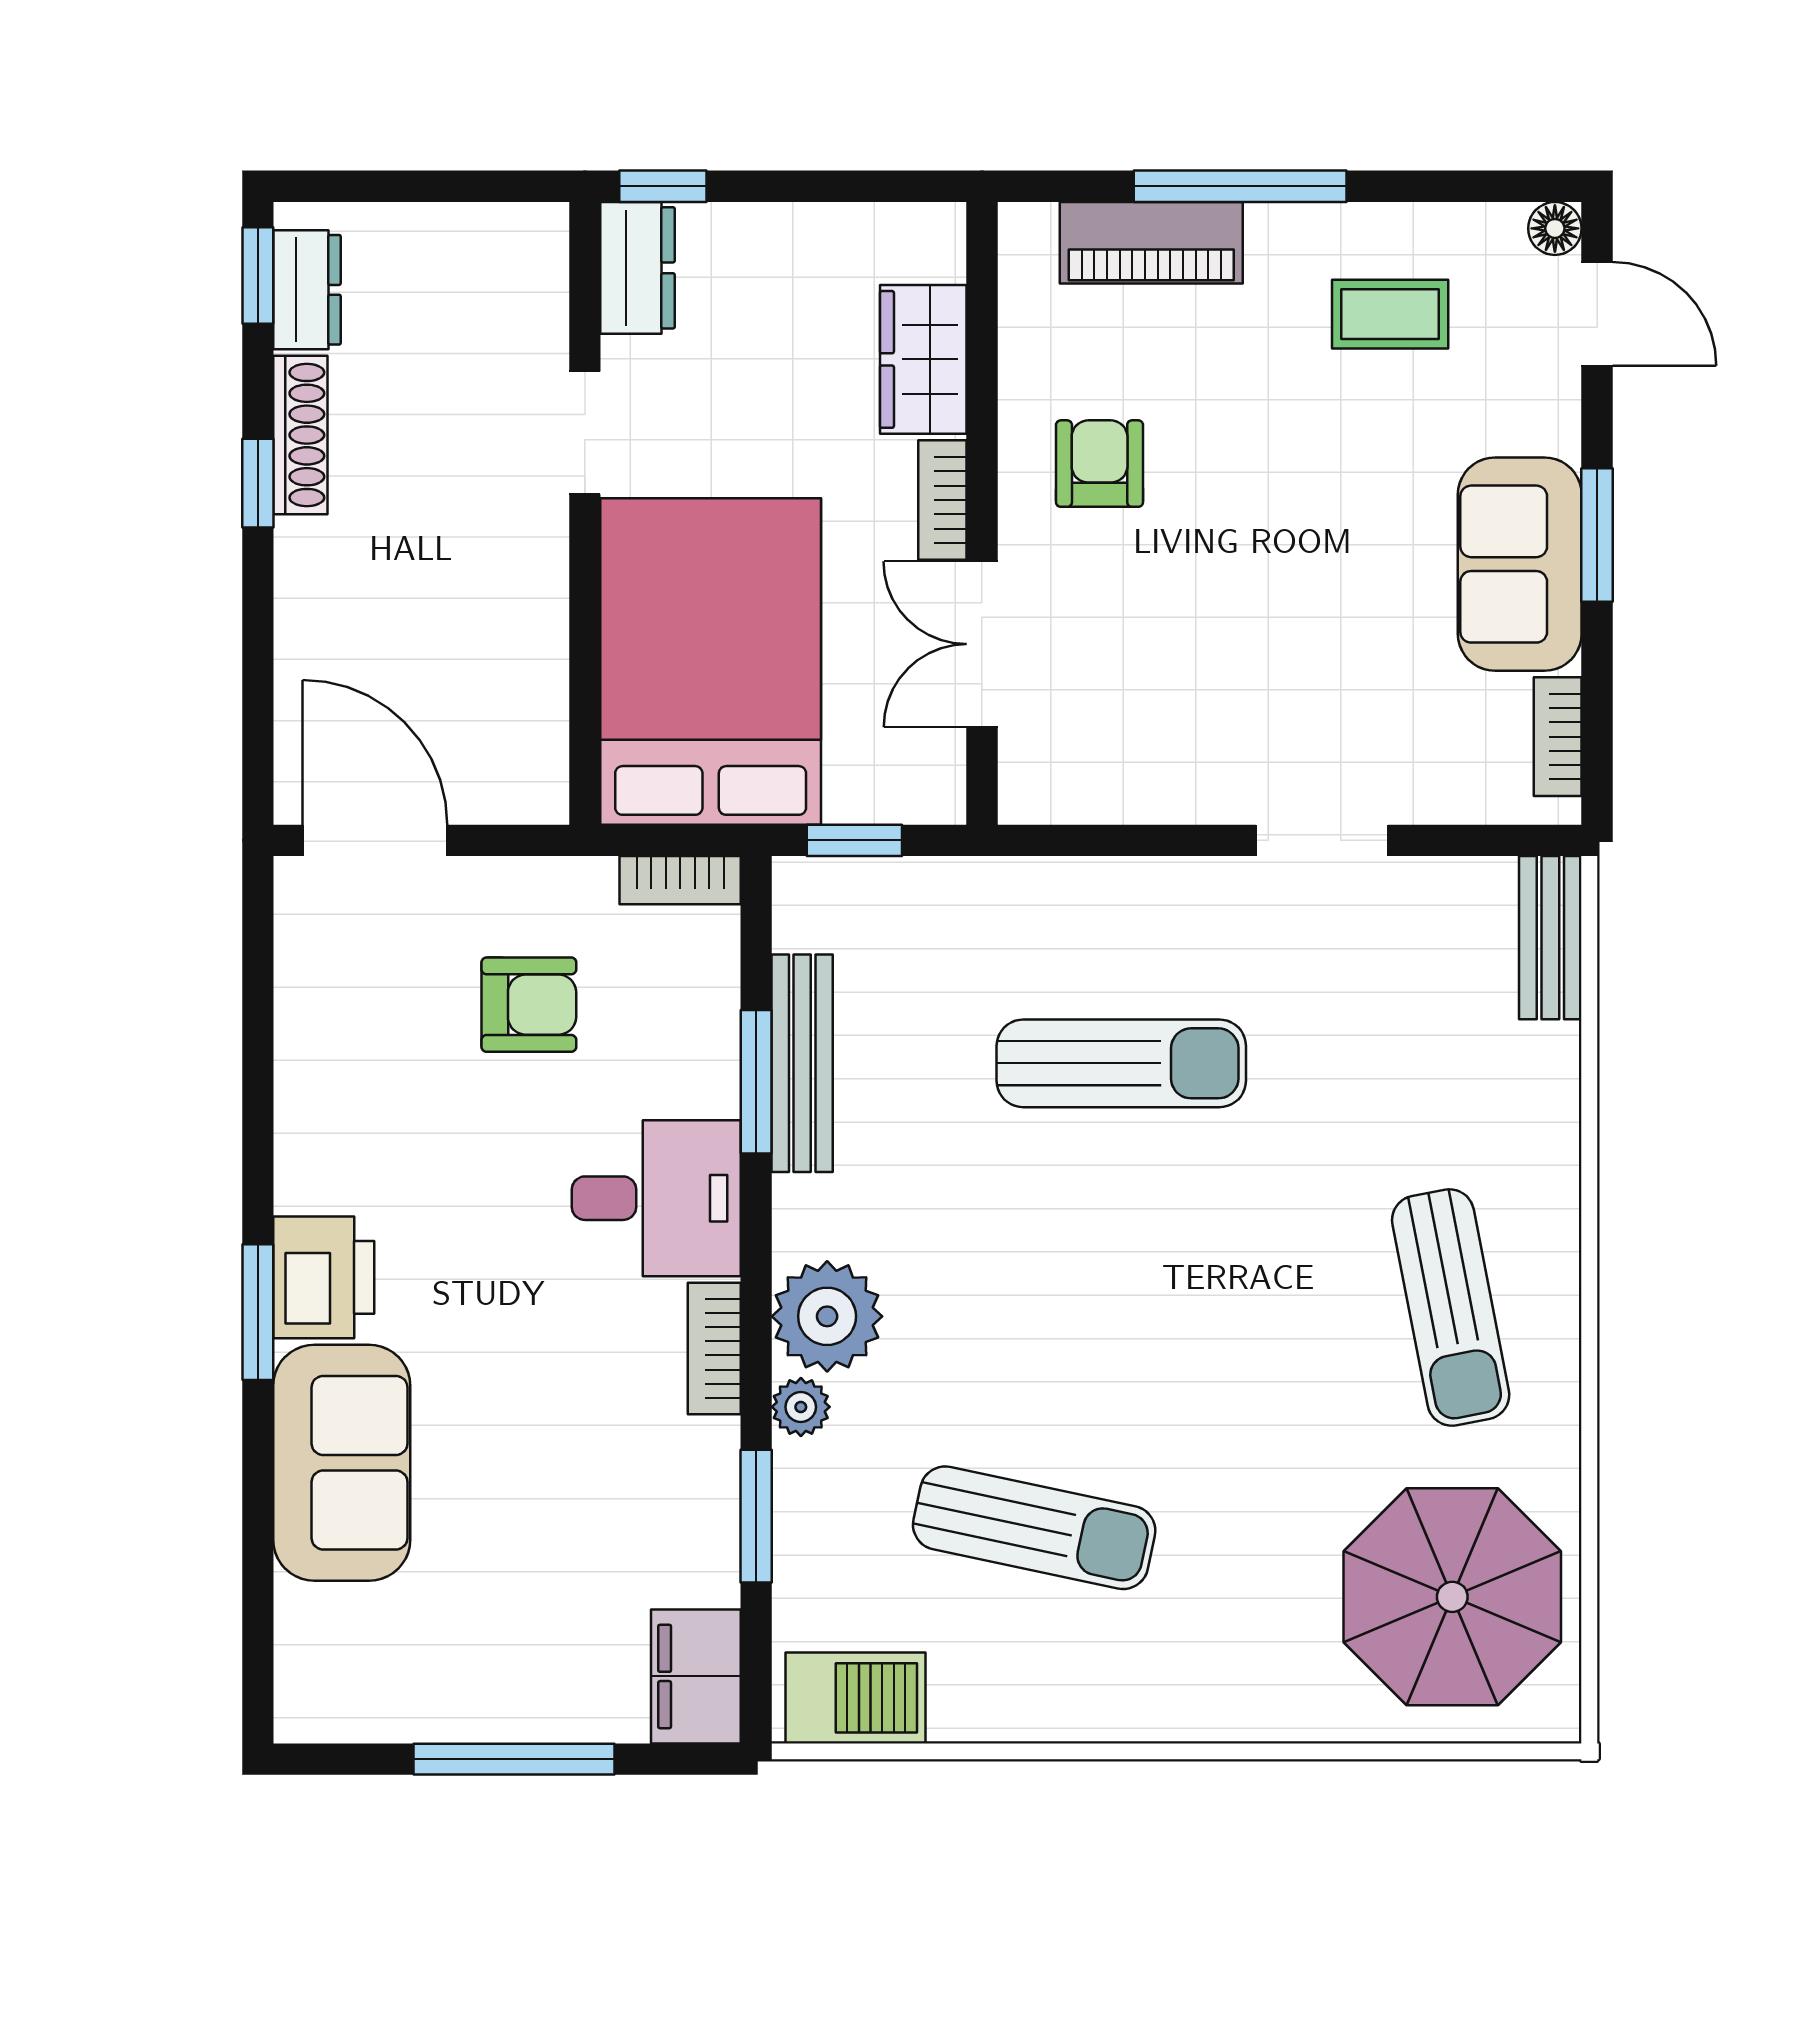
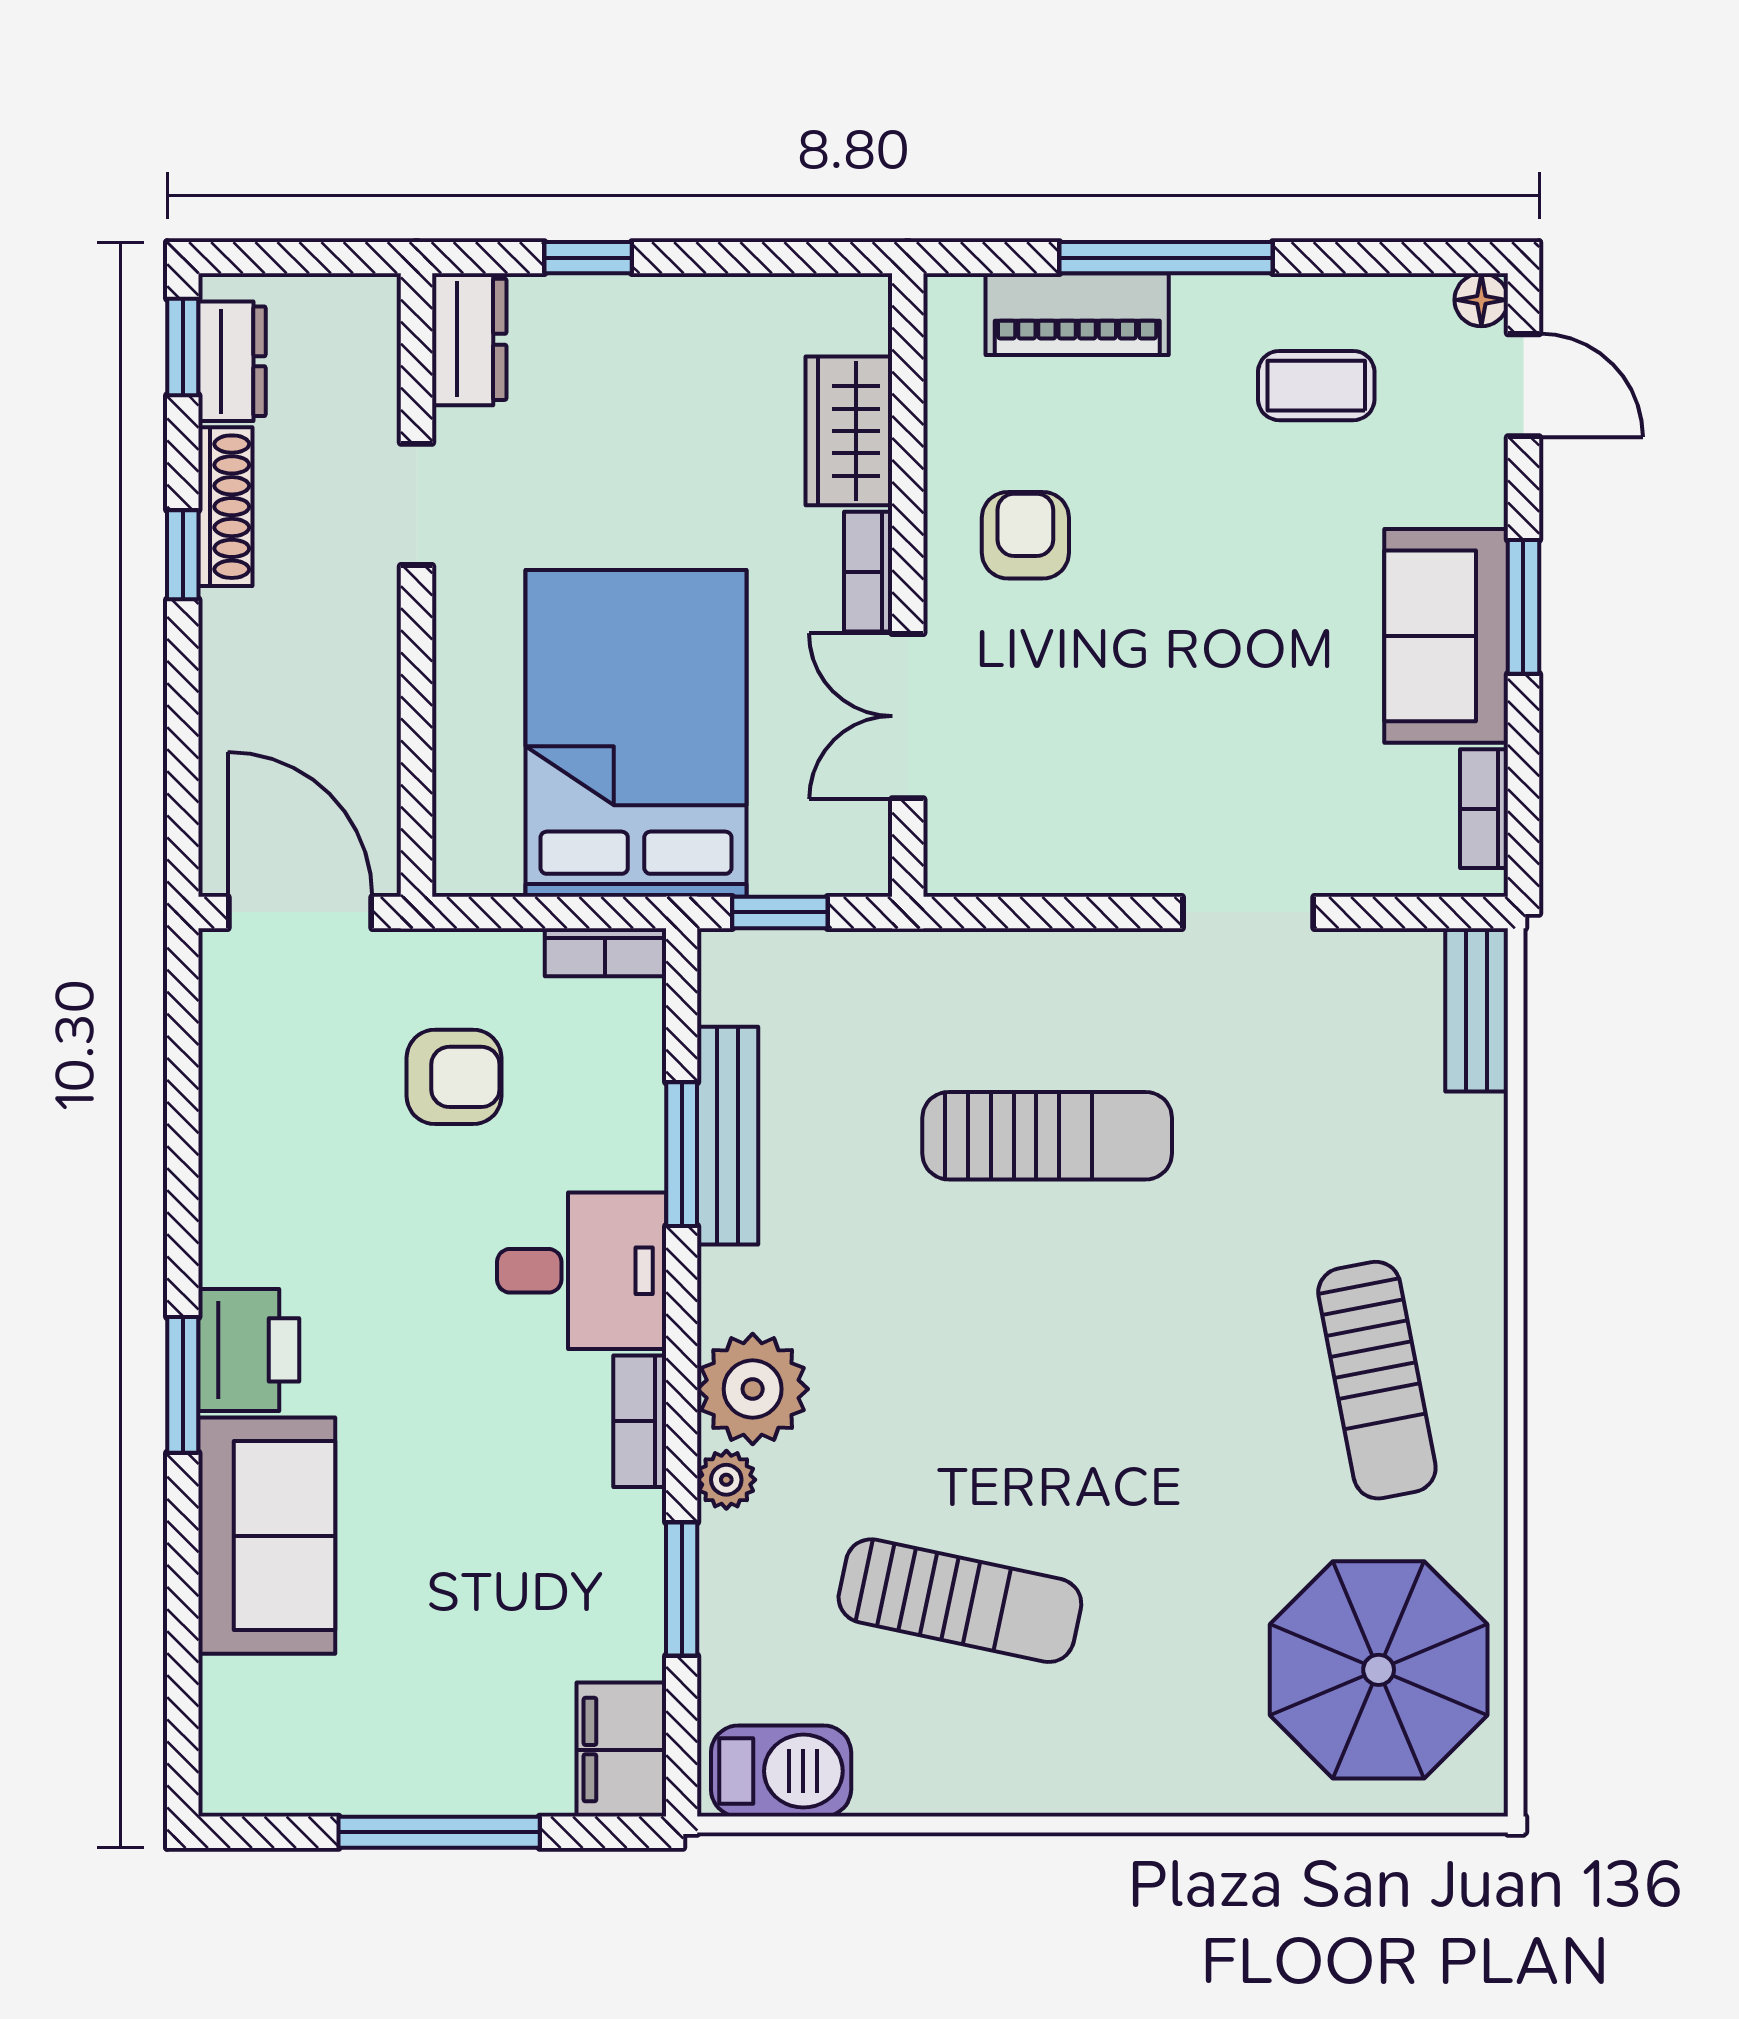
dresser: (638, 268) -> (469, 339), moved
doorway: (585, 433) -> (417, 504), moved
wall: (585, 513) -> (417, 585), moved

